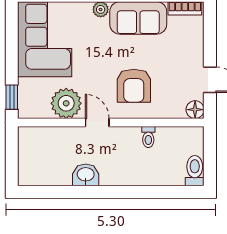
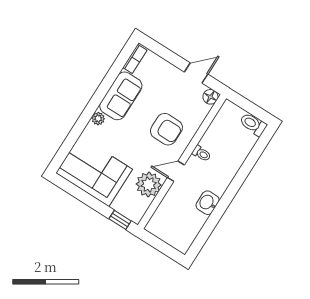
toilet: (148, 137) -> (201, 154), moved

